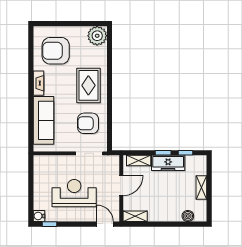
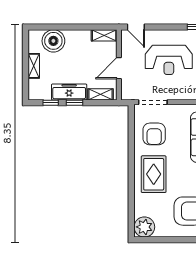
armchair: (88, 123) -> (154, 134), turned 90
boiler: (188, 216) -> (53, 41), width x1.86, depth x1.86

